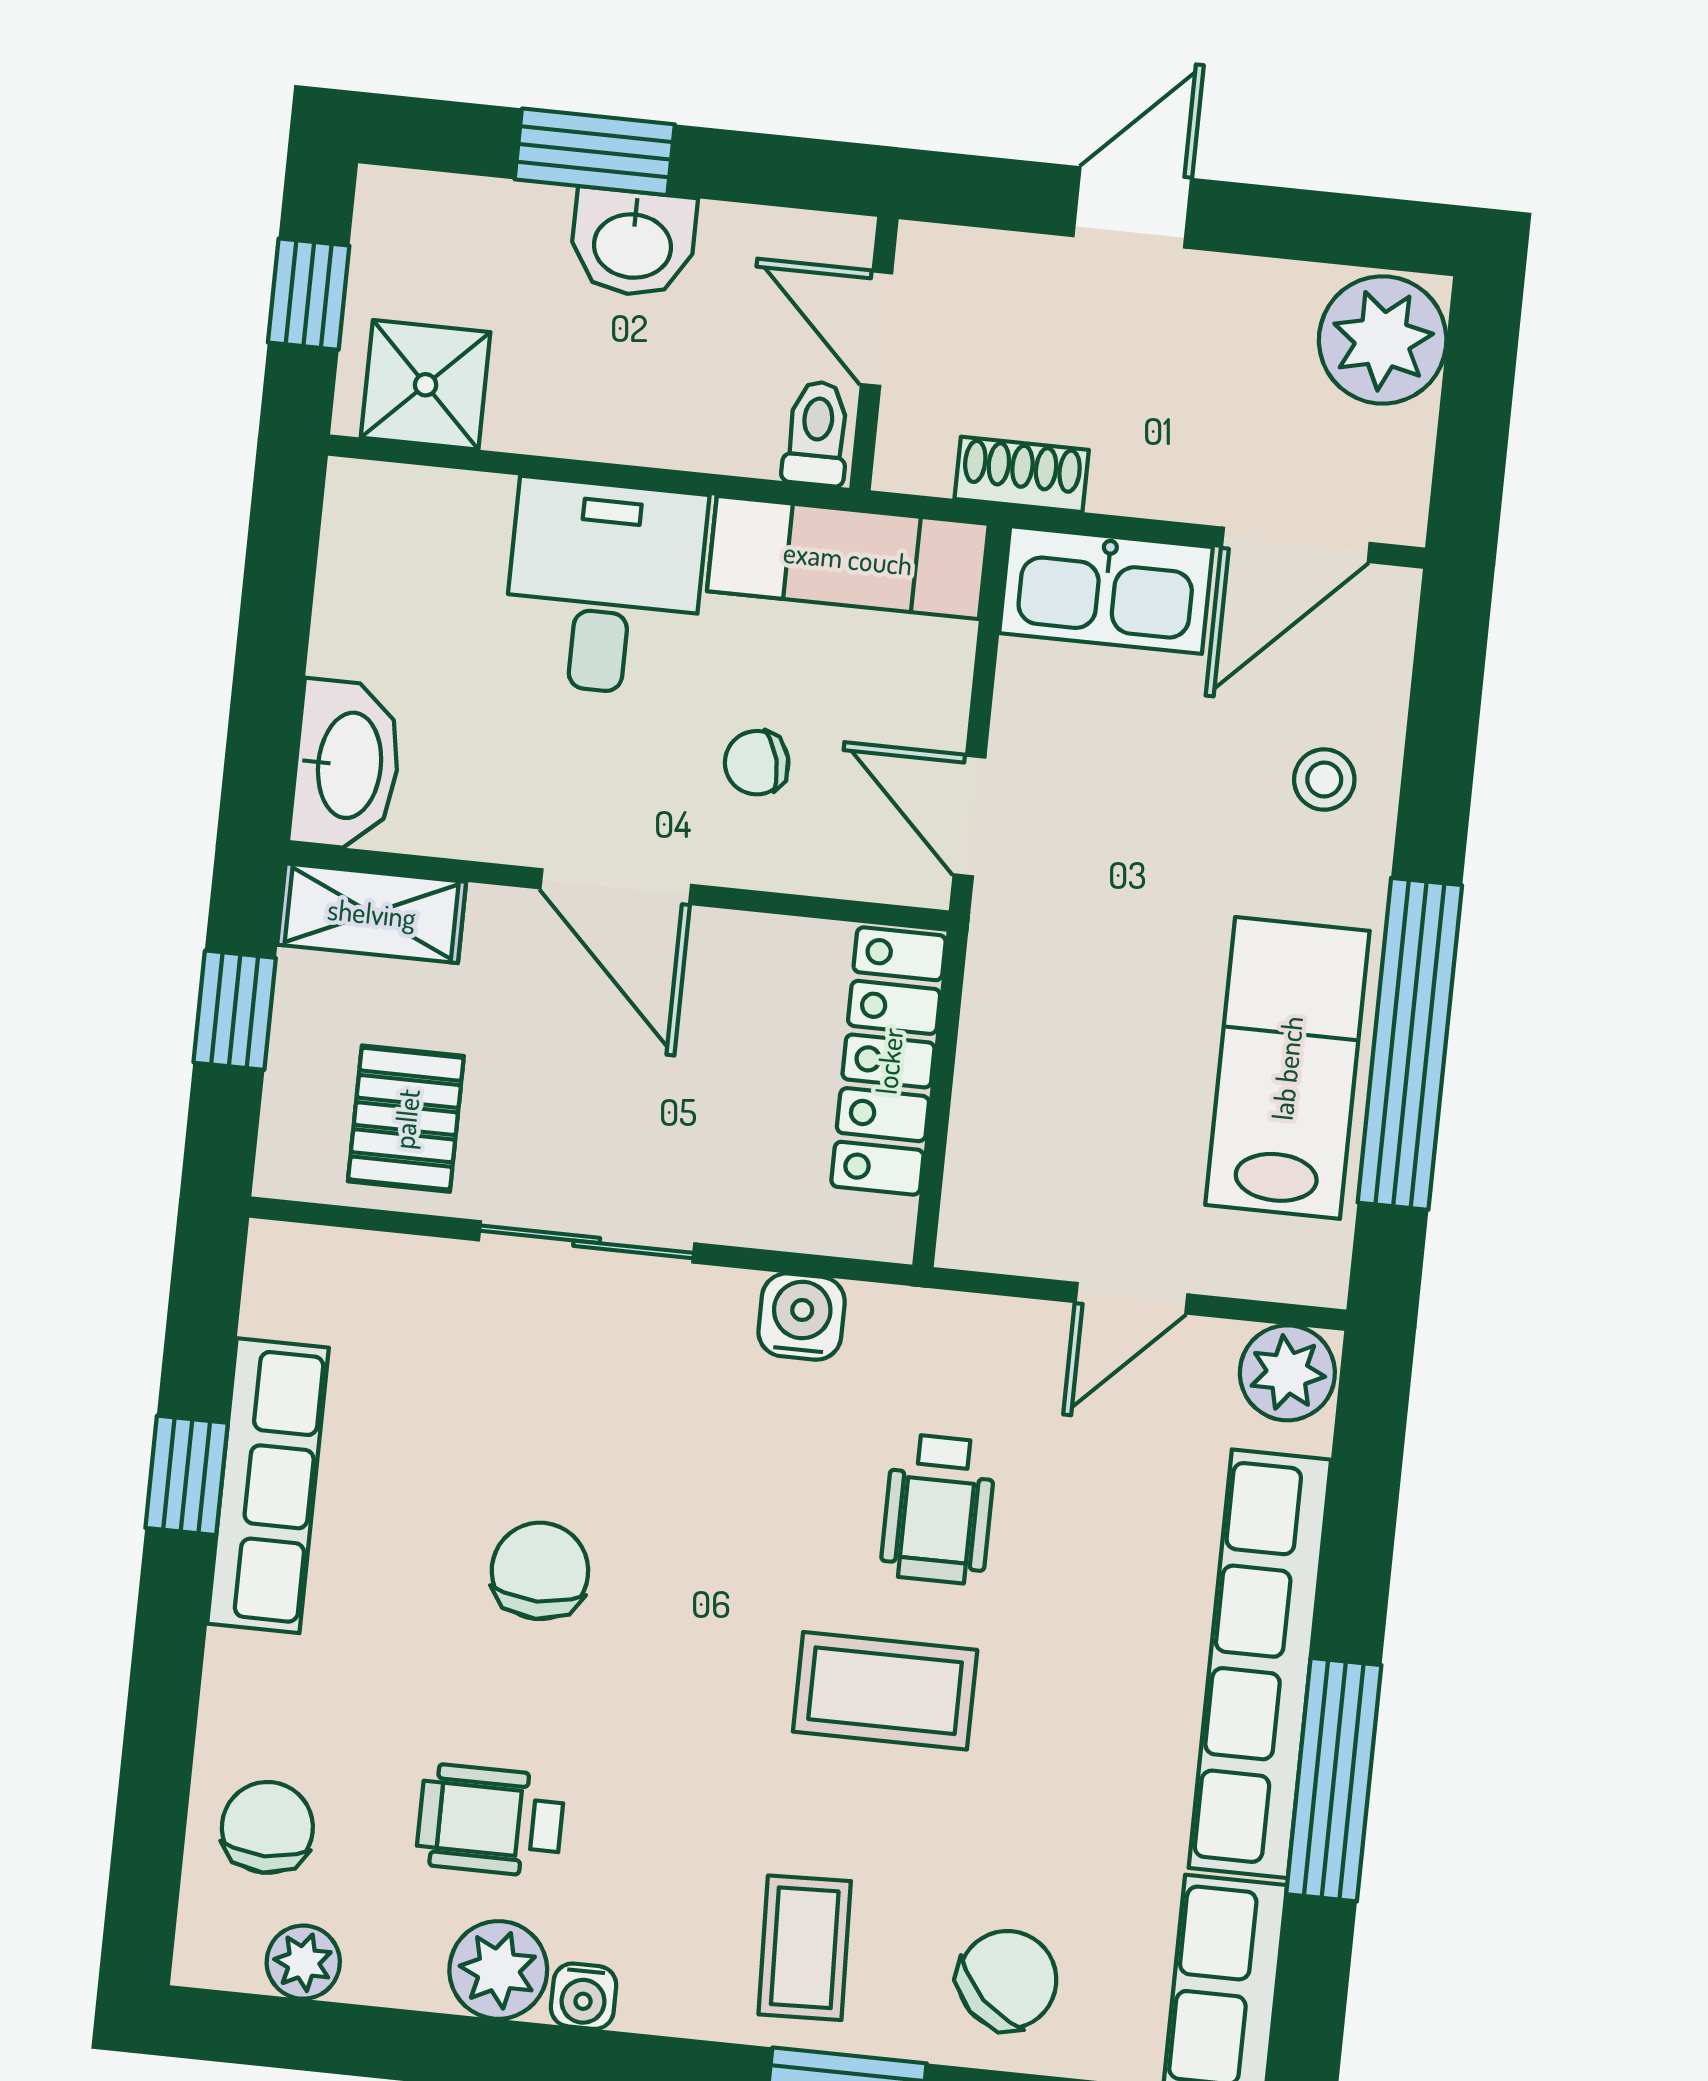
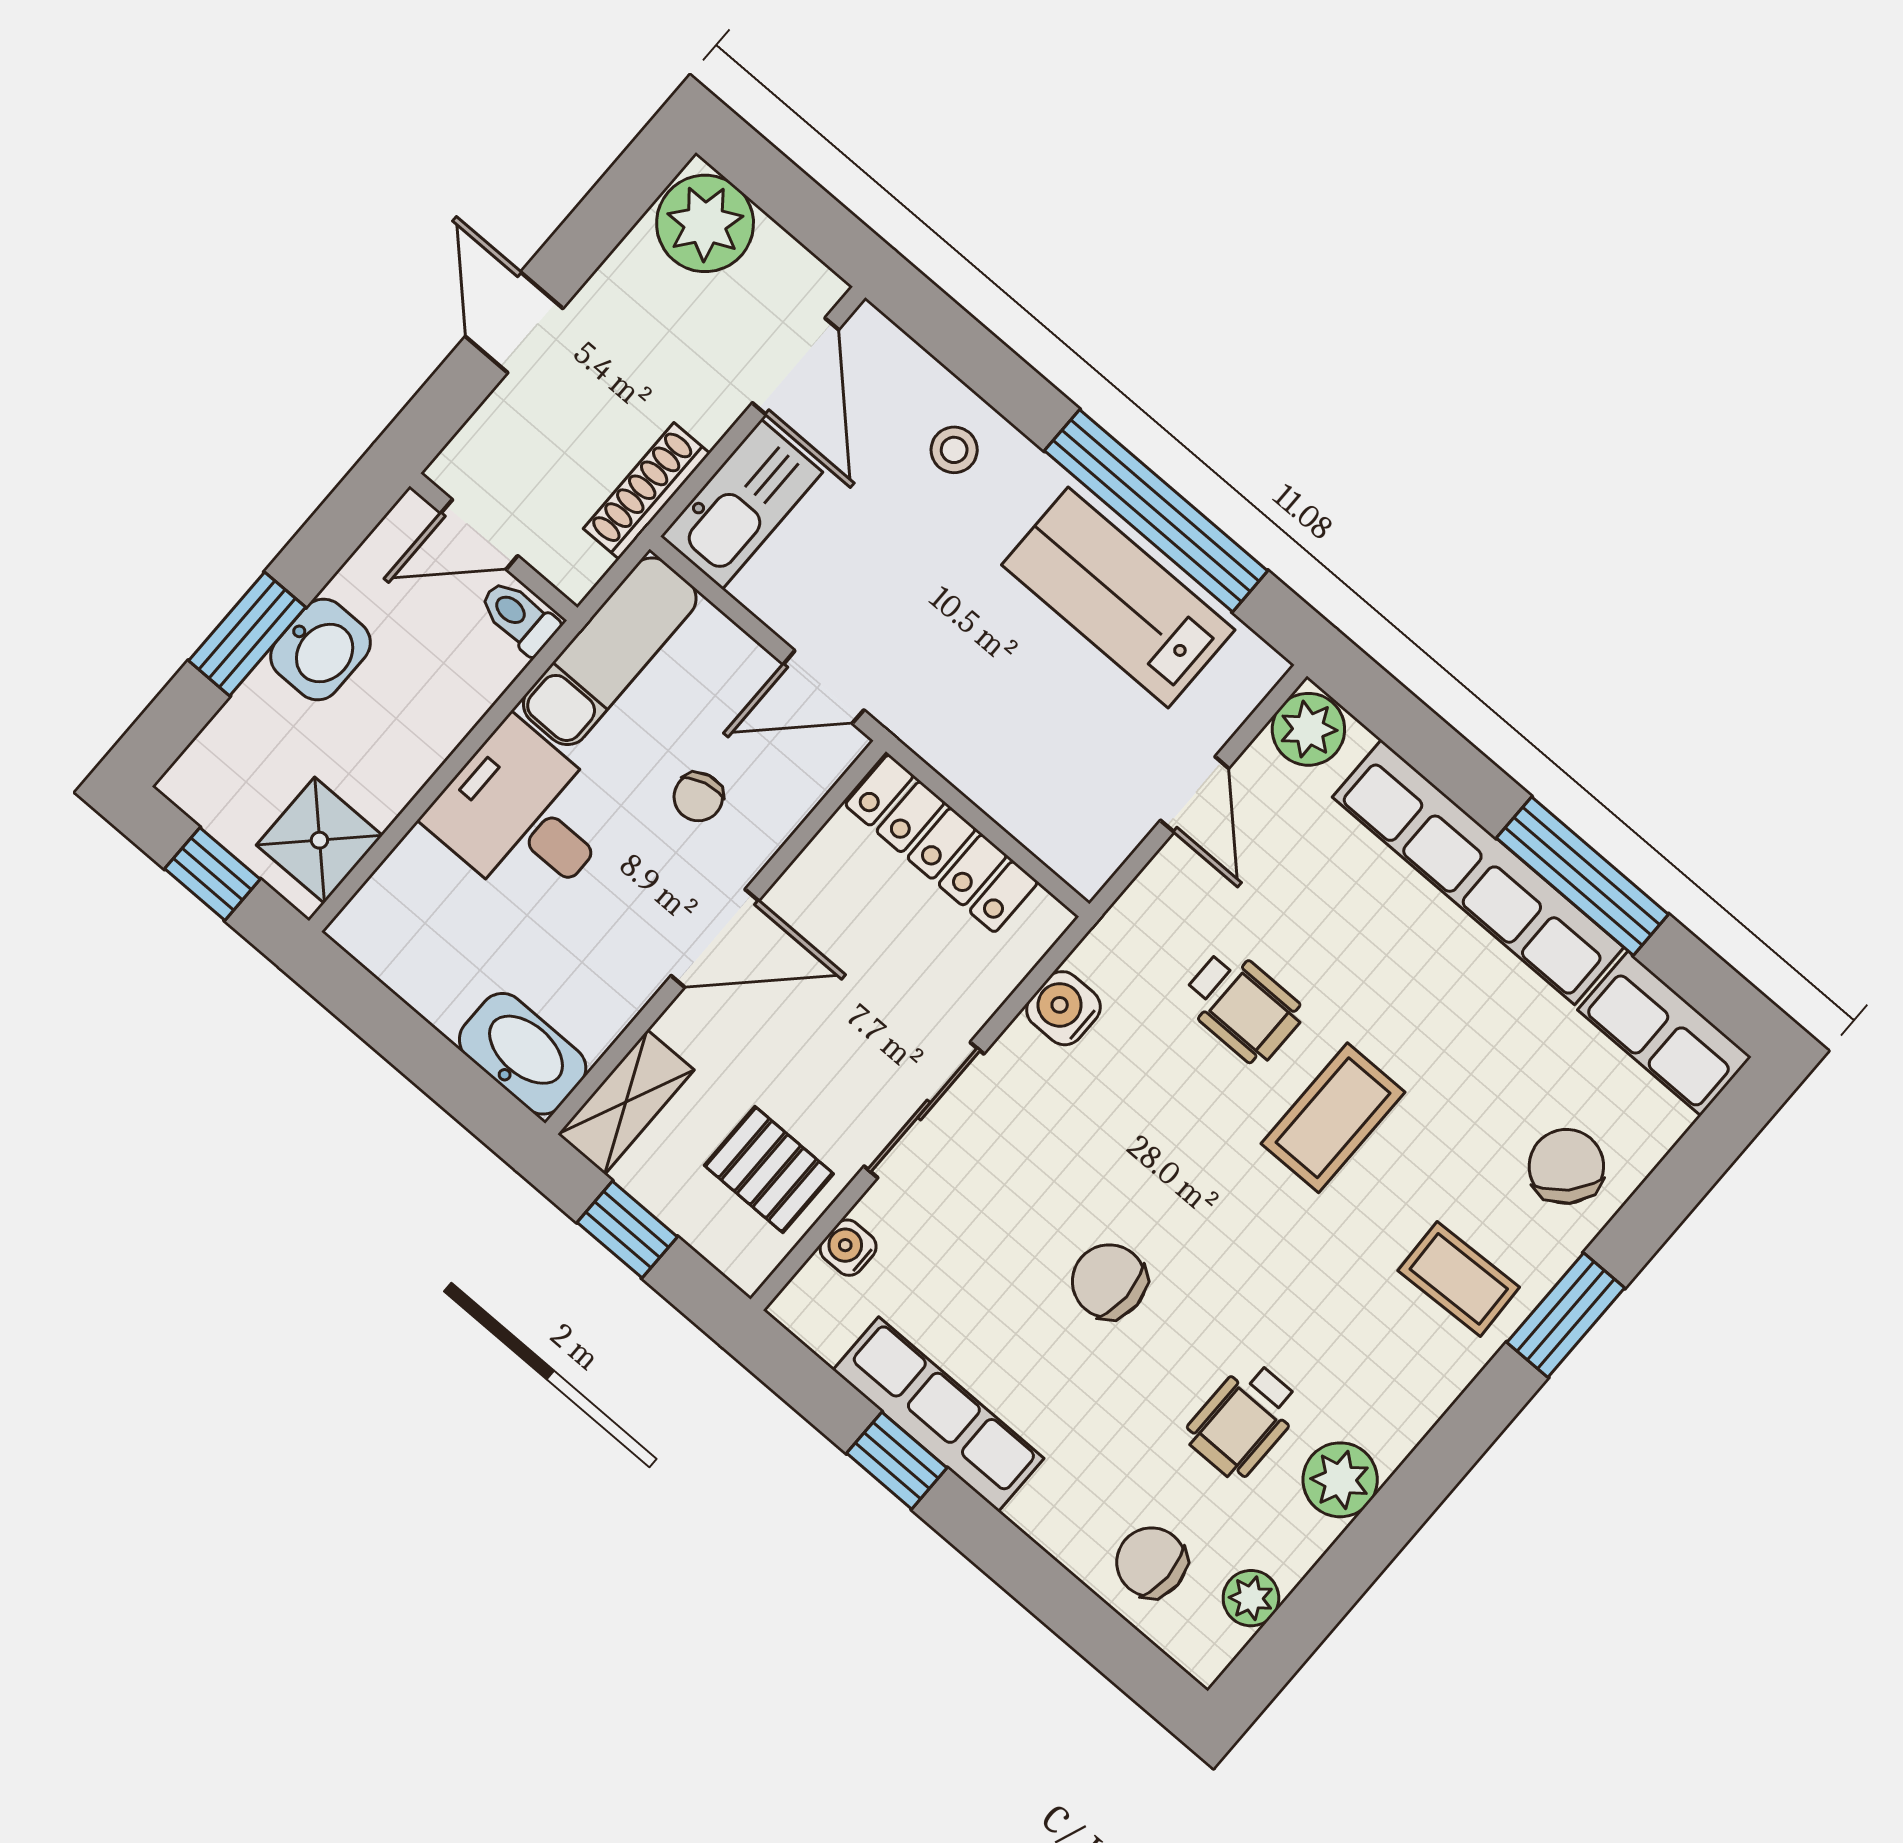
shoe rack: (1022, 474) -> (647, 491), width x1.43
water cooler: (584, 1996) -> (848, 1248), moved, turned 180

